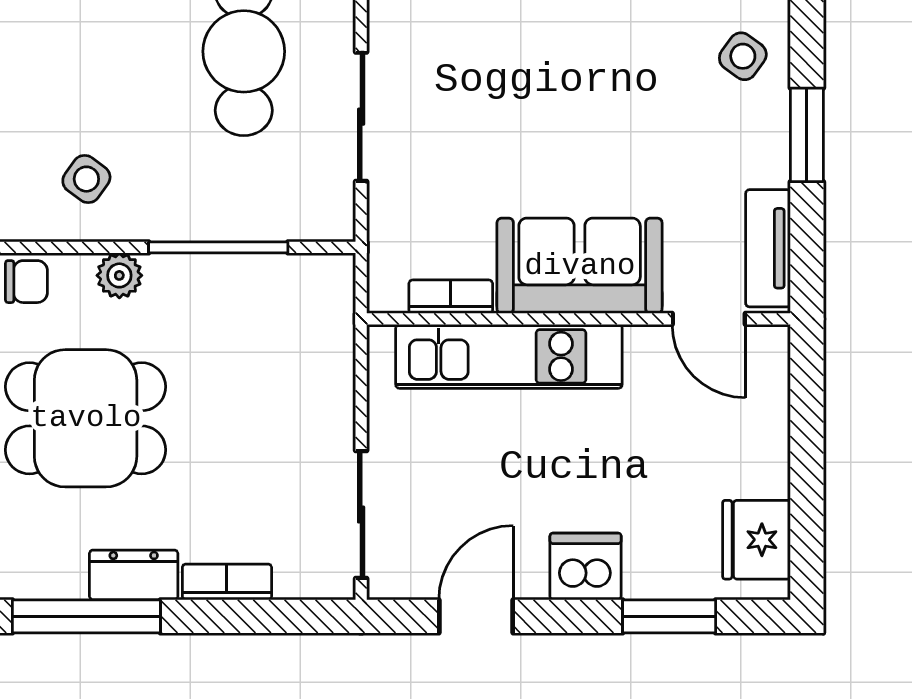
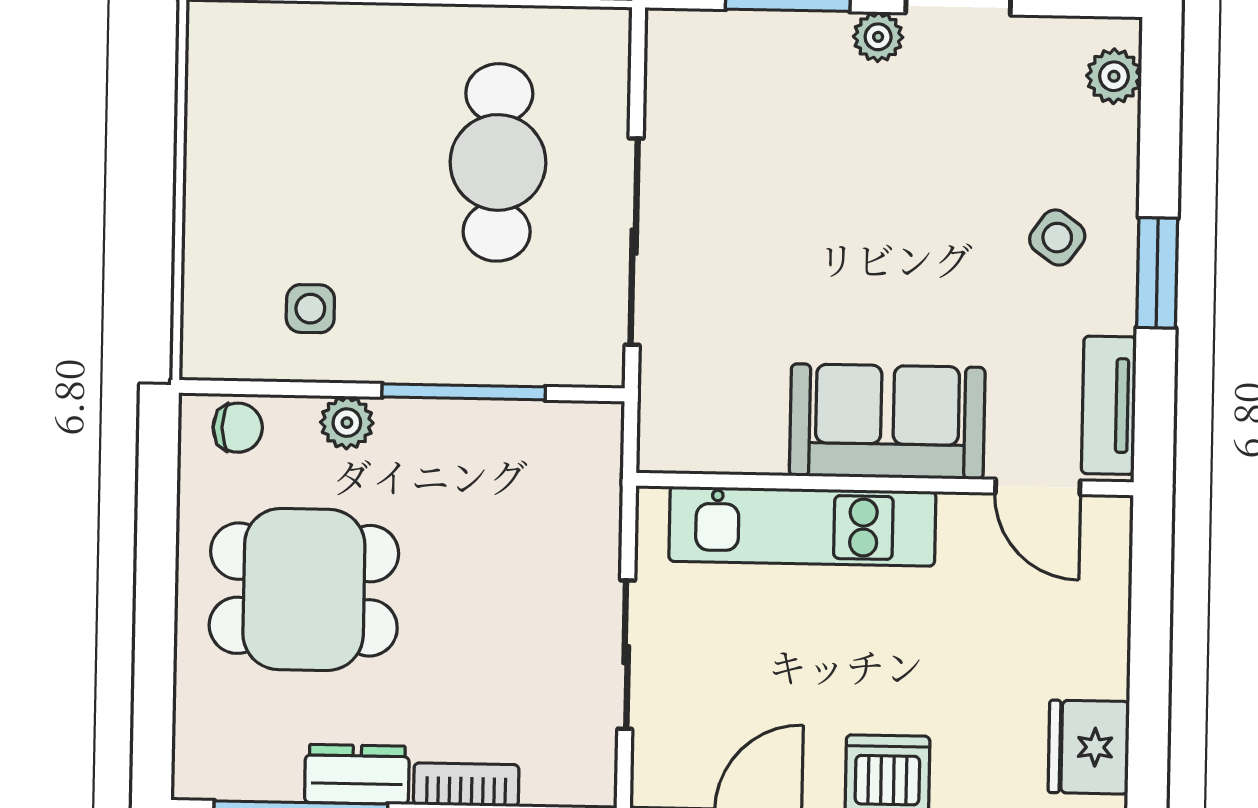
side table: (743, 56) -> (1057, 238), moved
sliding door: (361, 117) -> (634, 242), width x1.37
side table: (86, 179) -> (310, 309), turned -36
bookcase: (451, 297) -> (735, 455), removed
sliding door: (361, 514) -> (626, 655), moved

